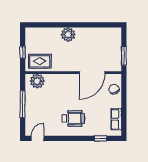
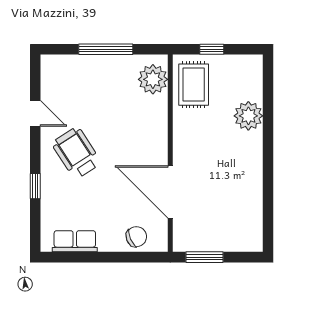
plant: (68, 35) -> (248, 116), moved
wheelchair: (73, 118) -> (76, 153), turned 147
door: (37, 138) -> (35, 113), moved
window: (100, 138) -> (35, 186), moved

